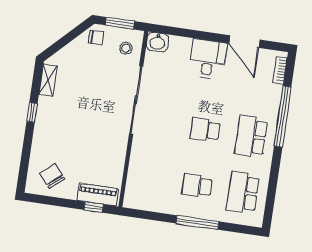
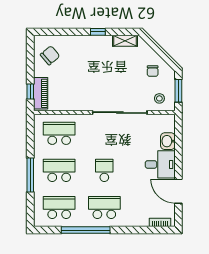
chair: (96, 38) -> (153, 71), moved
washbasin: (157, 42) -> (168, 141), moved
door: (244, 42) -> (178, 191), hinge flipped
window: (283, 117) -> (86, 230), moved
school desk: (151, 179) -> (59, 133), added
school desk: (197, 186) -> (59, 170), width x1.85

